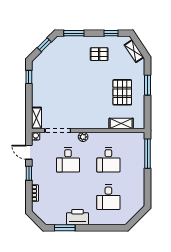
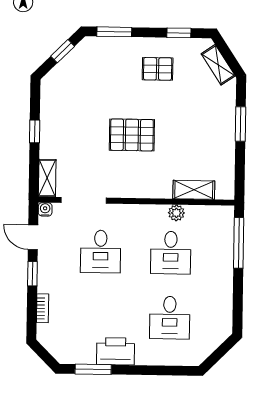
window: (29, 77) -> (35, 131), moved
pallet: (122, 92) -> (132, 135), moved, turned 90
plant: (83, 137) -> (176, 213), moved

